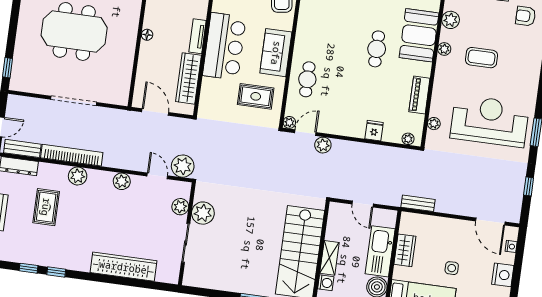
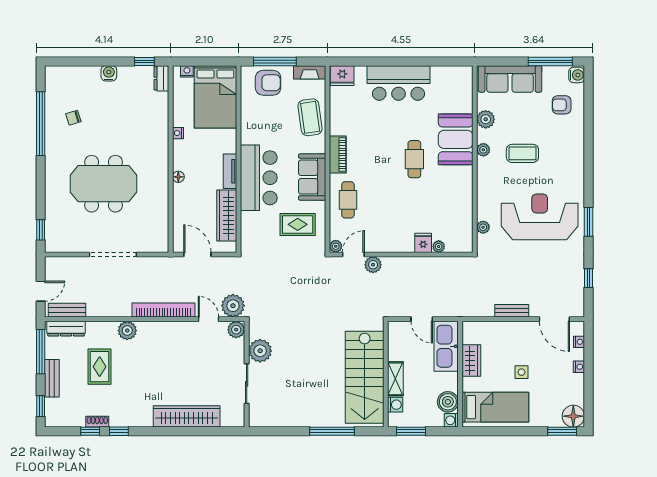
piano: (419, 95) -> (338, 155), moved, turned 180
plant: (408, 139) -> (439, 246), moved
bookcase: (72, 155) -> (163, 310), moved
plant: (122, 181) -> (173, 330), removed
bench: (418, 203) -> (512, 311), moved
plant: (180, 207) -> (236, 330), moved
kitchen sink: (380, 251) -> (446, 346), moved
shoe rack: (37, 260) -> (97, 422), added
nightstand: (503, 275) -> (579, 367), width x0.53, depth x0.56

